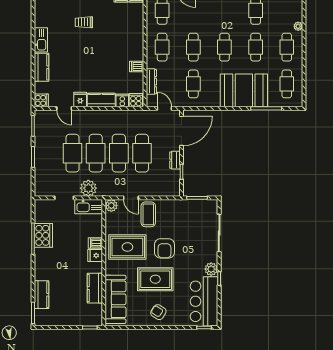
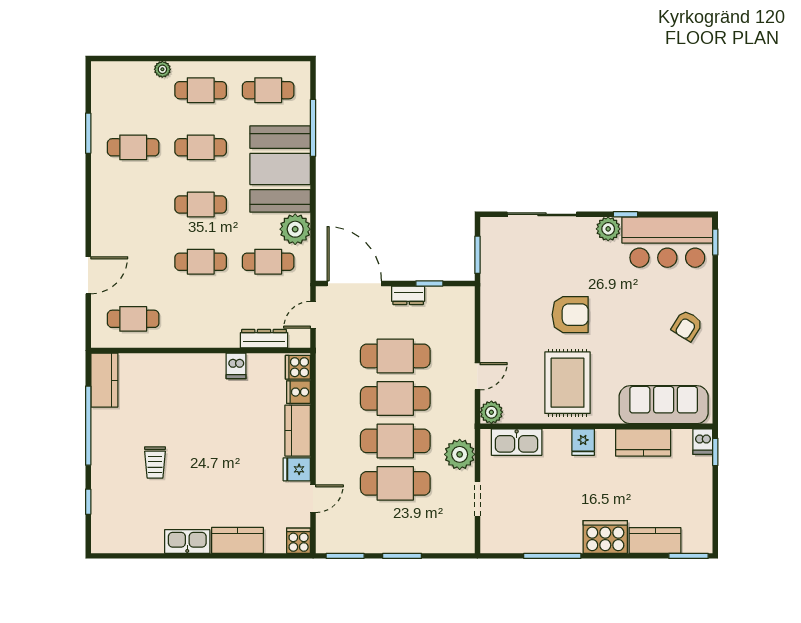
cafe table: (162, 47) -> (201, 319), removed
plant: (211, 99) -> (295, 229), added
kitchen sink: (89, 207) -> (517, 442), moved, turned 90
coffee table: (148, 214) -> (508, 344), removed
cooker: (43, 235) -> (605, 537), moved
dishwasher: (95, 243) -> (703, 442), moved
rug: (155, 279) -> (627, 331), removed

